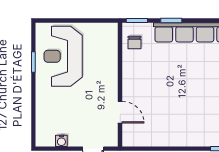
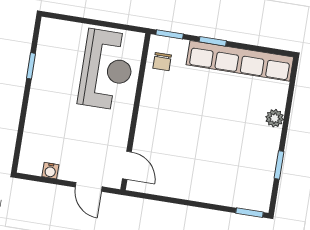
reception desk: (63, 56) -> (107, 70), moved, turned 180
door: (120, 112) -> (127, 165), moved

